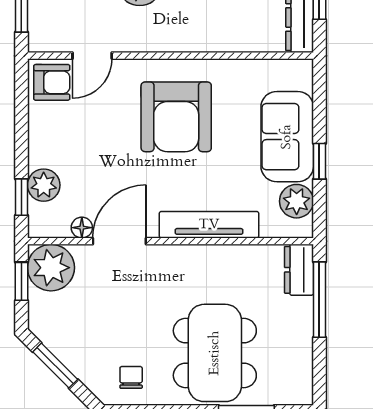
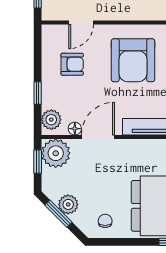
armchair: (52, 82) -> (72, 64), moved
plant: (44, 185) -> (51, 120), moved
window: (21, 197) -> (38, 93), moved
plant: (71, 351) -> (68, 204), added

